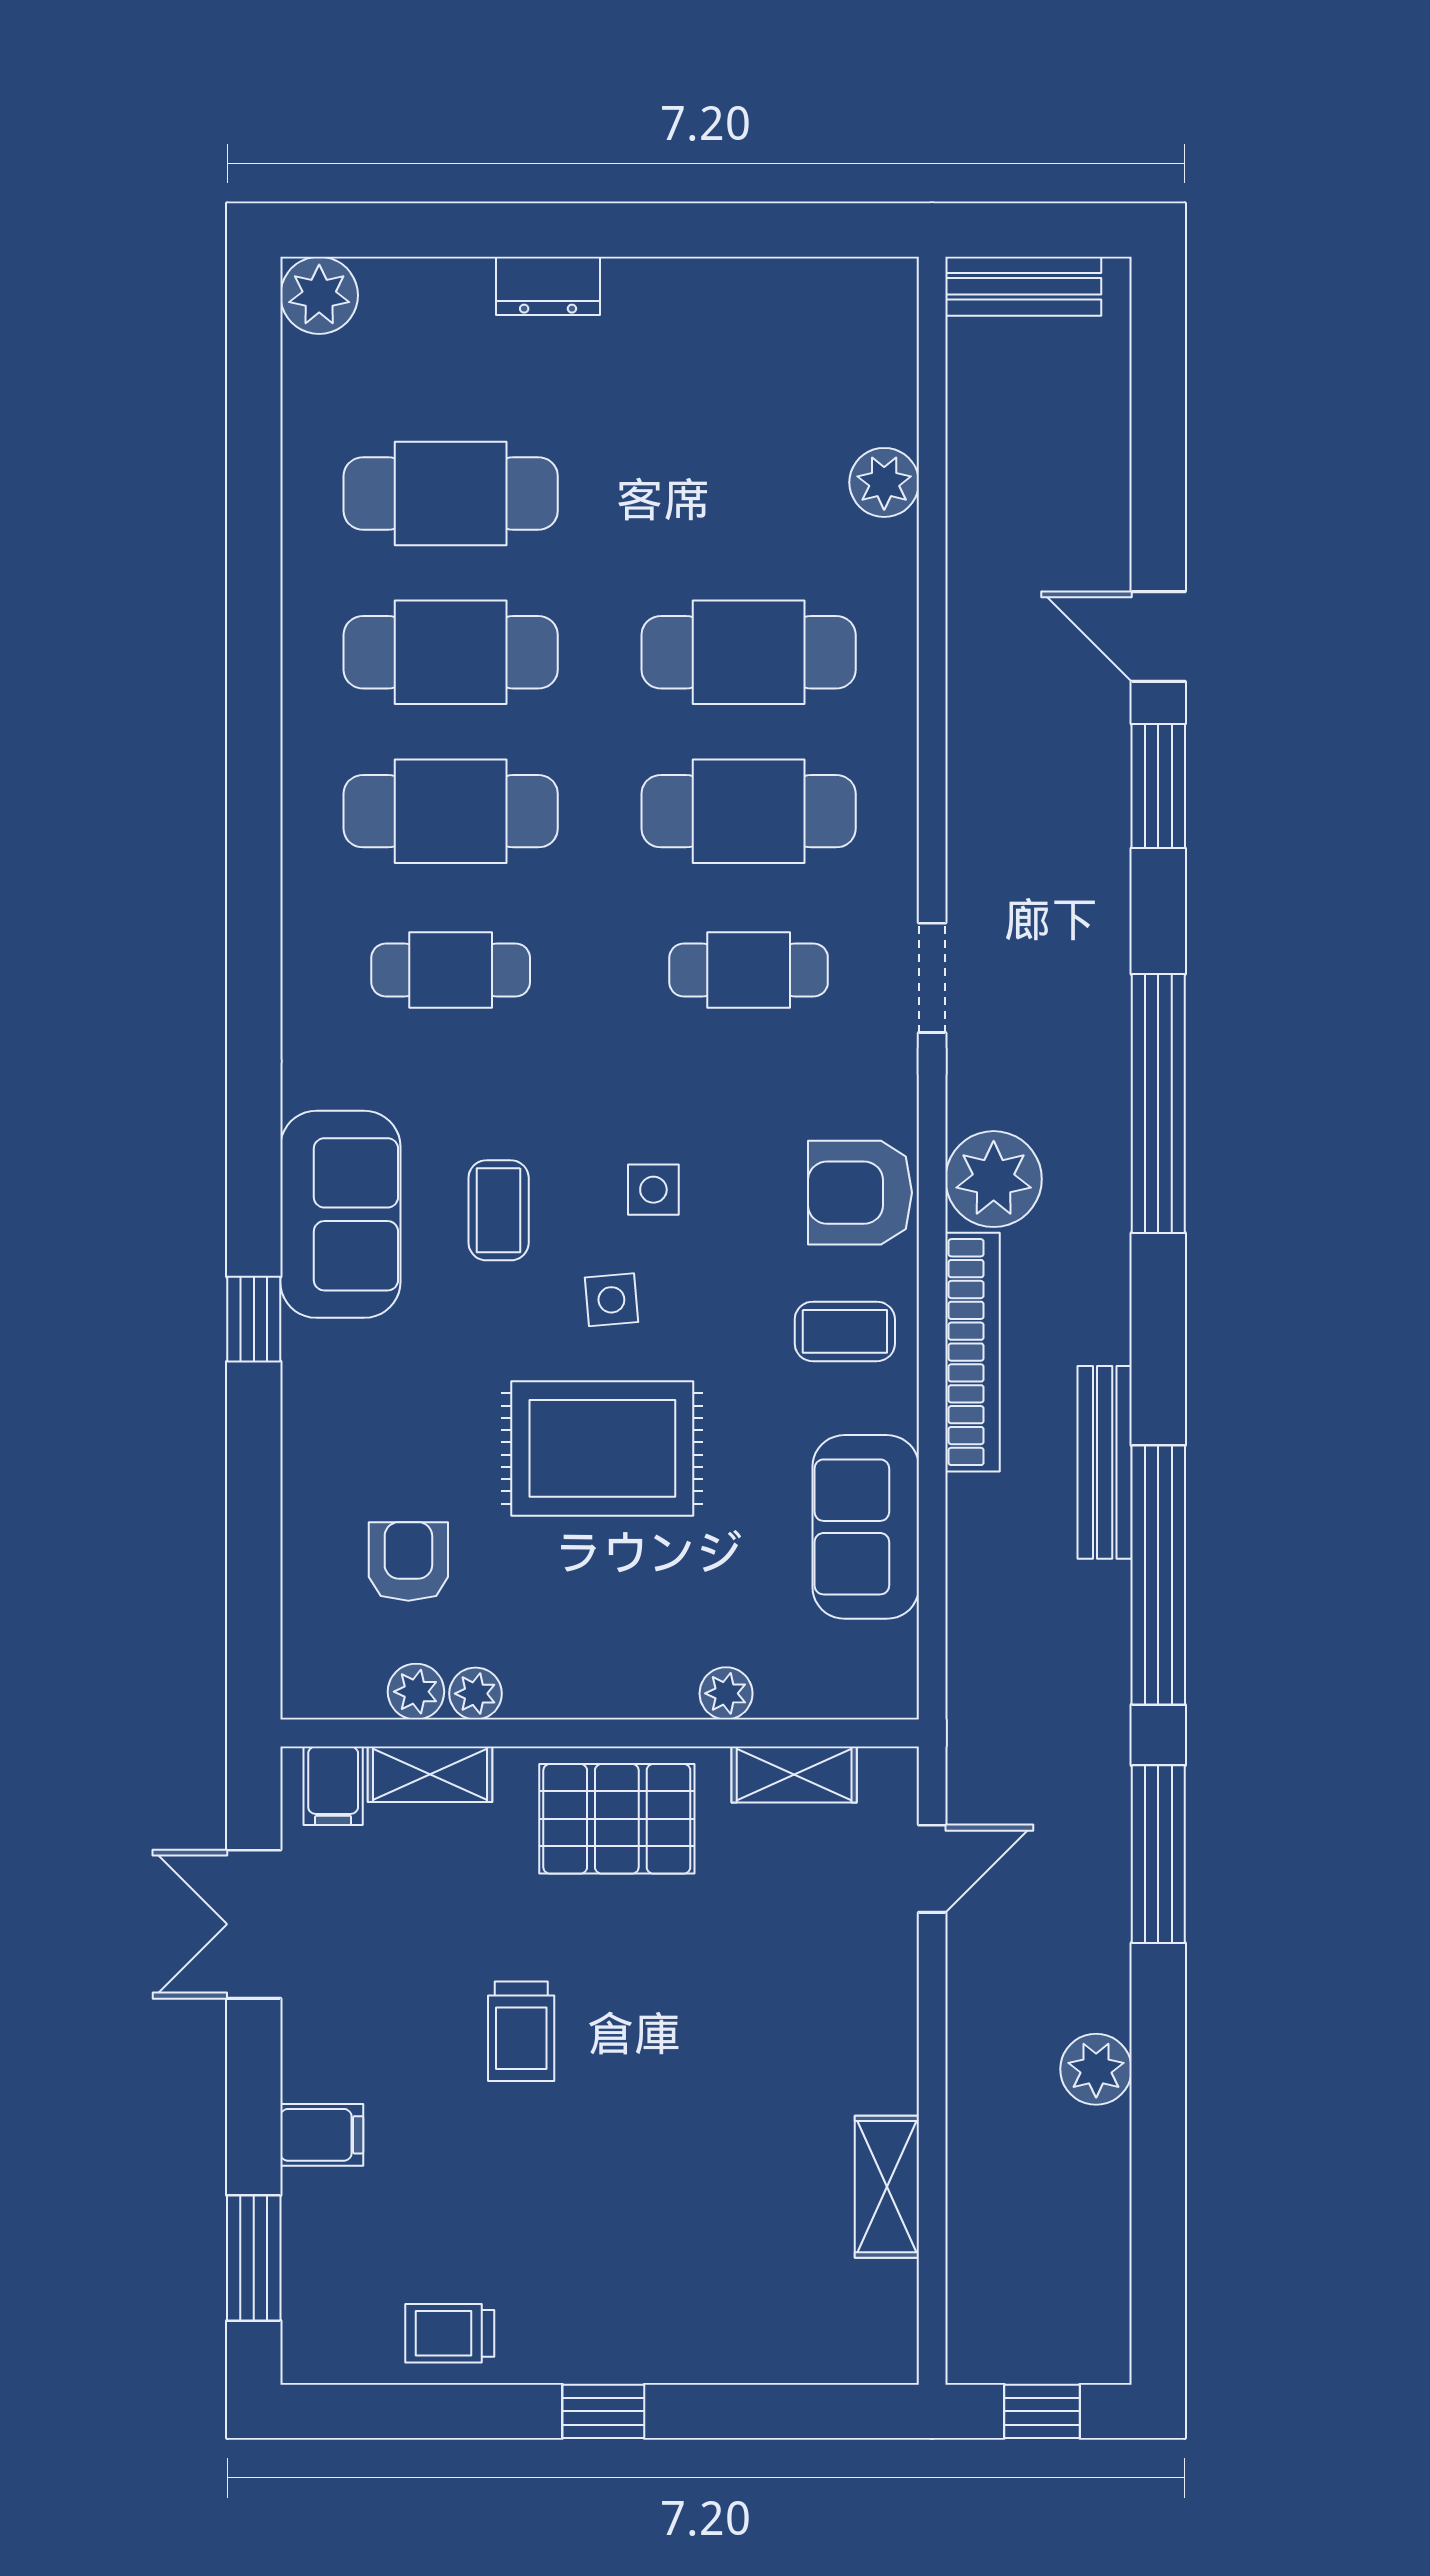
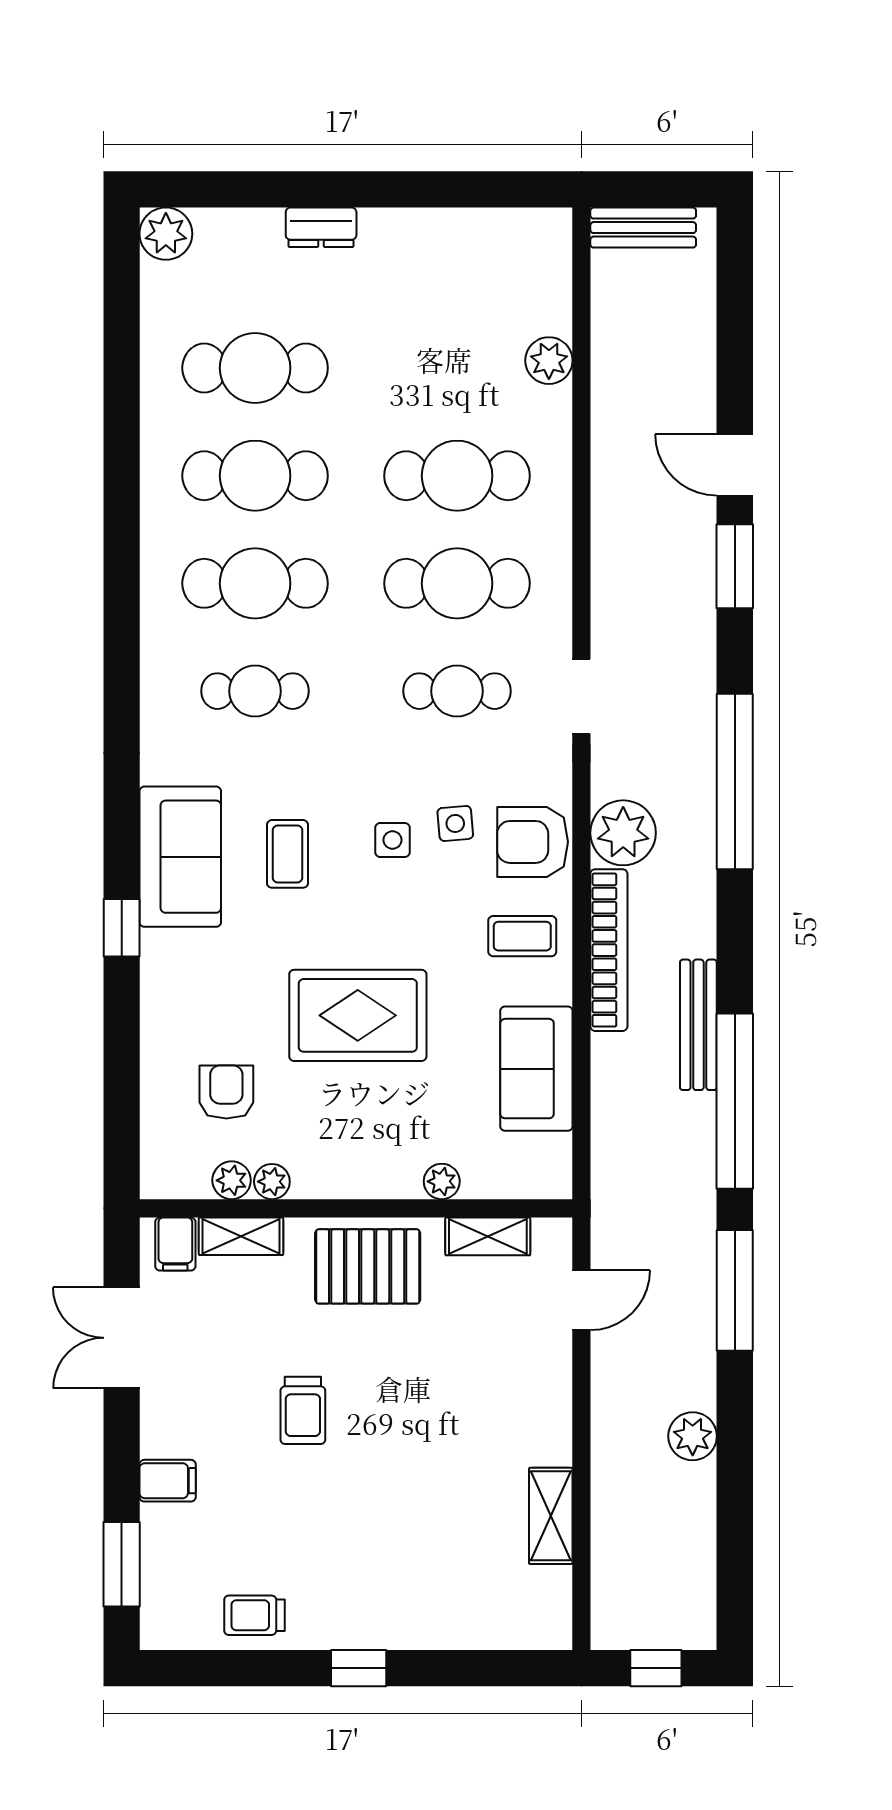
side table: (611, 1300) -> (455, 823), moved

